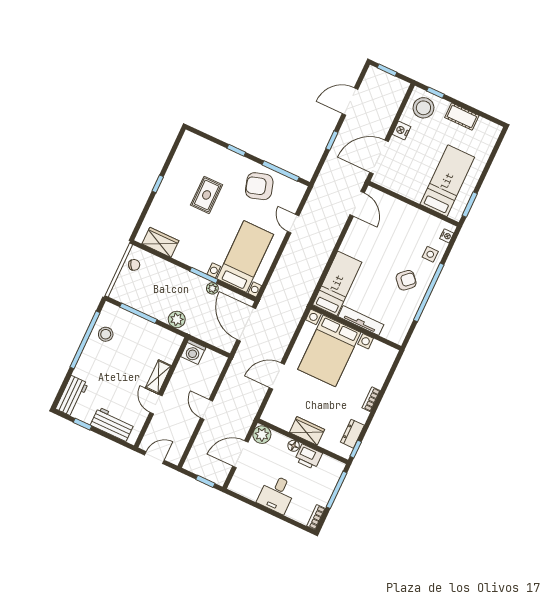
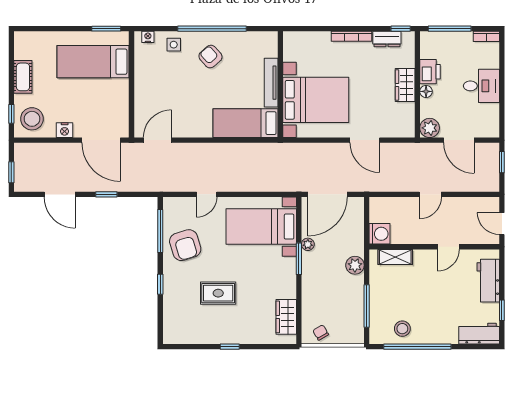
shelving: (158, 377) -> (395, 257), moved
bookcase: (371, 399) -> (352, 36), width x1.56

